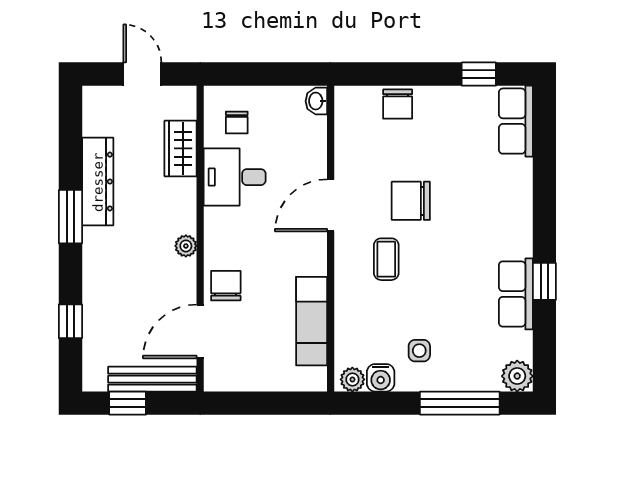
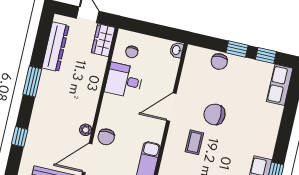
window: (424, 74) -> (237, 49), added
wardrobe: (181, 148) -> (103, 40), moved
dresser: (98, 182) -> (55, 47), moved
plant: (186, 246) -> (86, 130), moved
chair: (226, 286) -> (106, 137), turned 180

